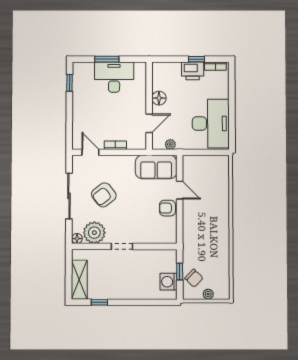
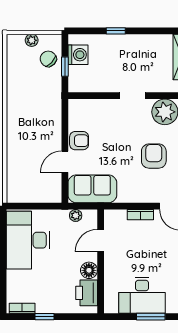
printer: (193, 71) -> (87, 293), moved, turned -90
door: (180, 190) -> (65, 162), hinge flipped
armchair: (104, 195) -> (154, 156), turned -52
window: (99, 302) -> (116, 31), moved

